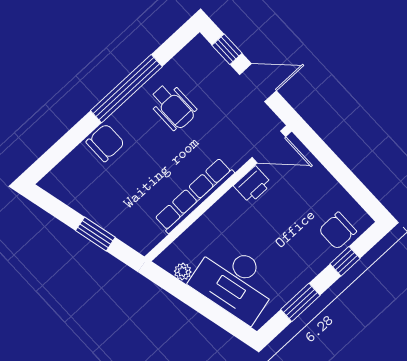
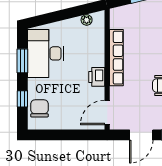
printer: (253, 185) -> (97, 77), moved
desk: (235, 282) -> (46, 53), moved, turned -76

